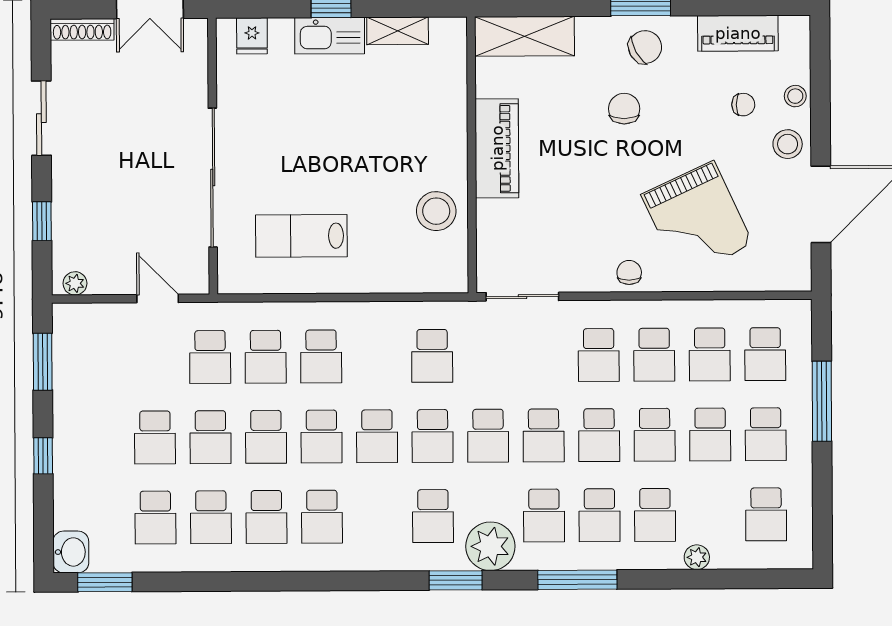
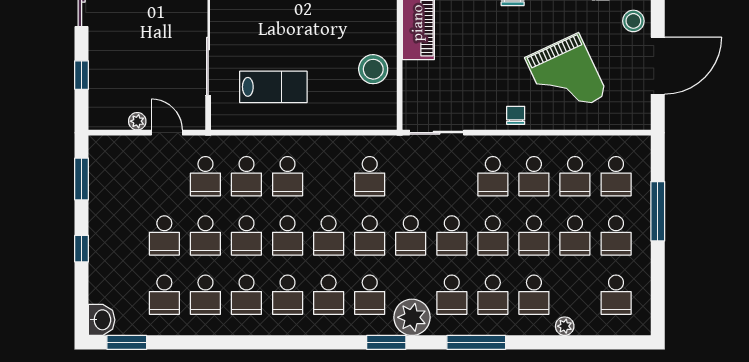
lab bench: (301, 236) -> (273, 87), turned 180
plant: (75, 283) -> (137, 121), moved
school desk: (377, 516) -> (329, 295), added

